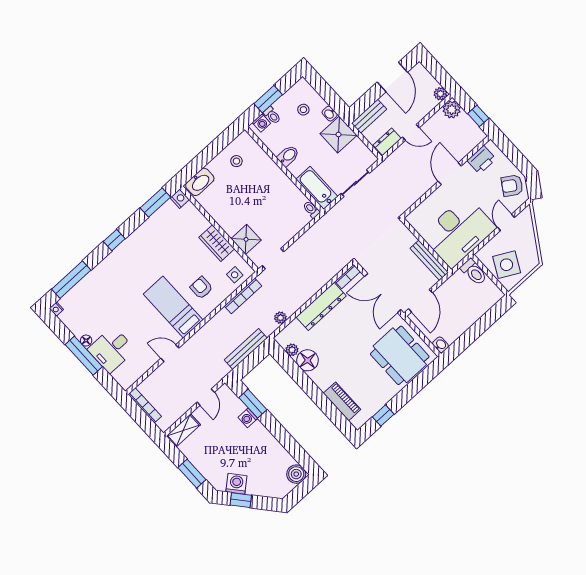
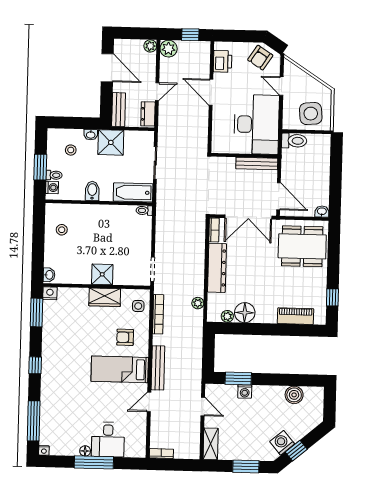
washbasin: (200, 182) -> (49, 275), width x0.52, depth x0.69
shower: (246, 239) -> (102, 274), moved
side table: (507, 265) -> (311, 114), turned -33
bench: (246, 349) -> (158, 368), moved
bookcase: (145, 405) -> (161, 453), width x0.64
boiler: (296, 474) -> (294, 395), moved

